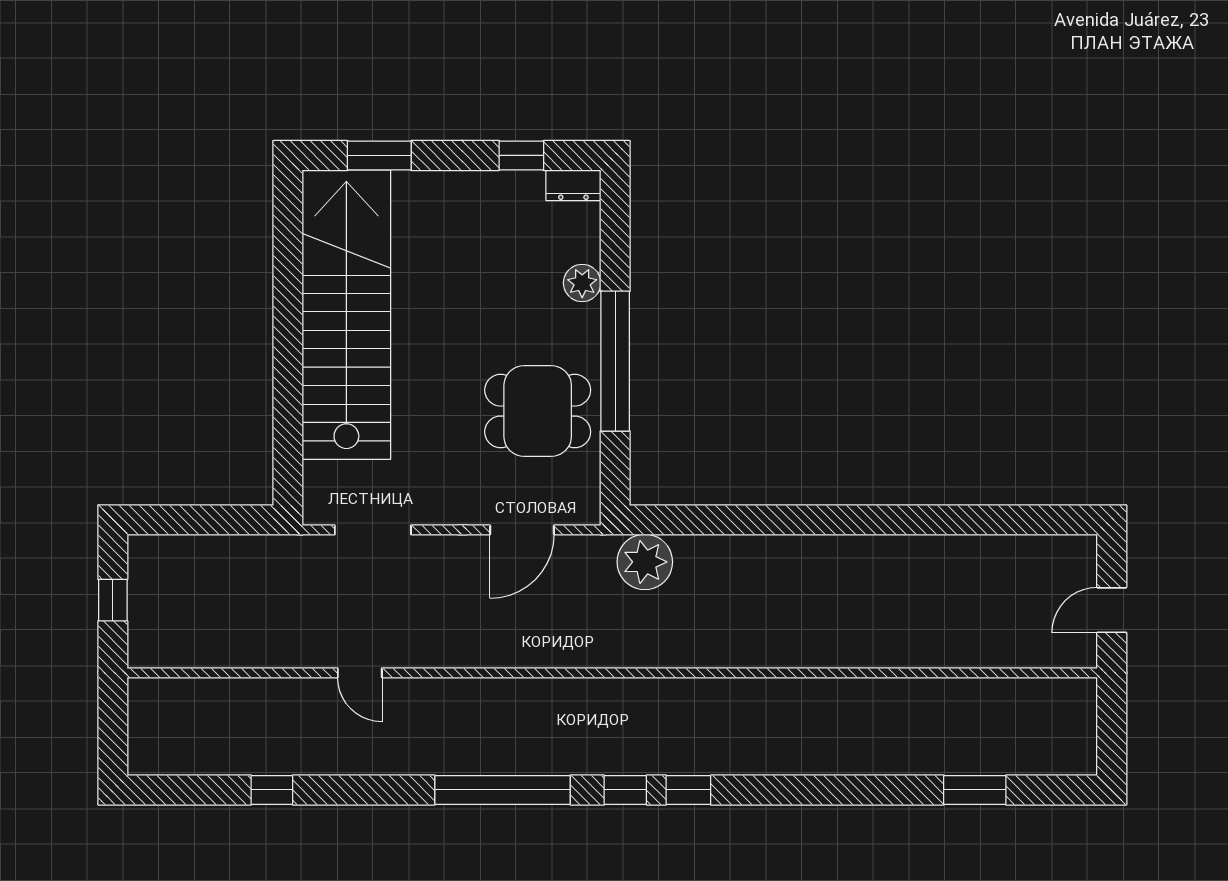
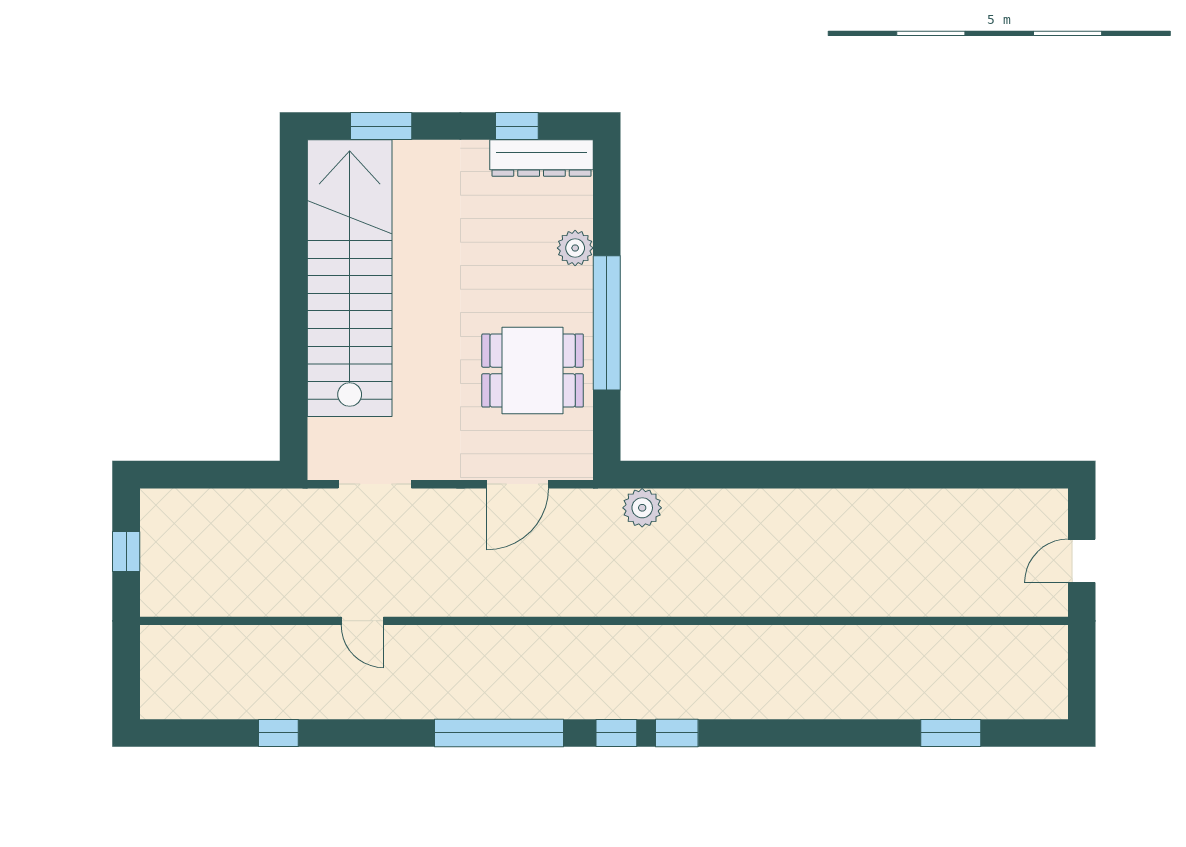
dresser: (573, 185) -> (542, 158), width x1.96, depth x1.24
plant: (645, 562) -> (642, 508), width x0.73, depth x0.73

